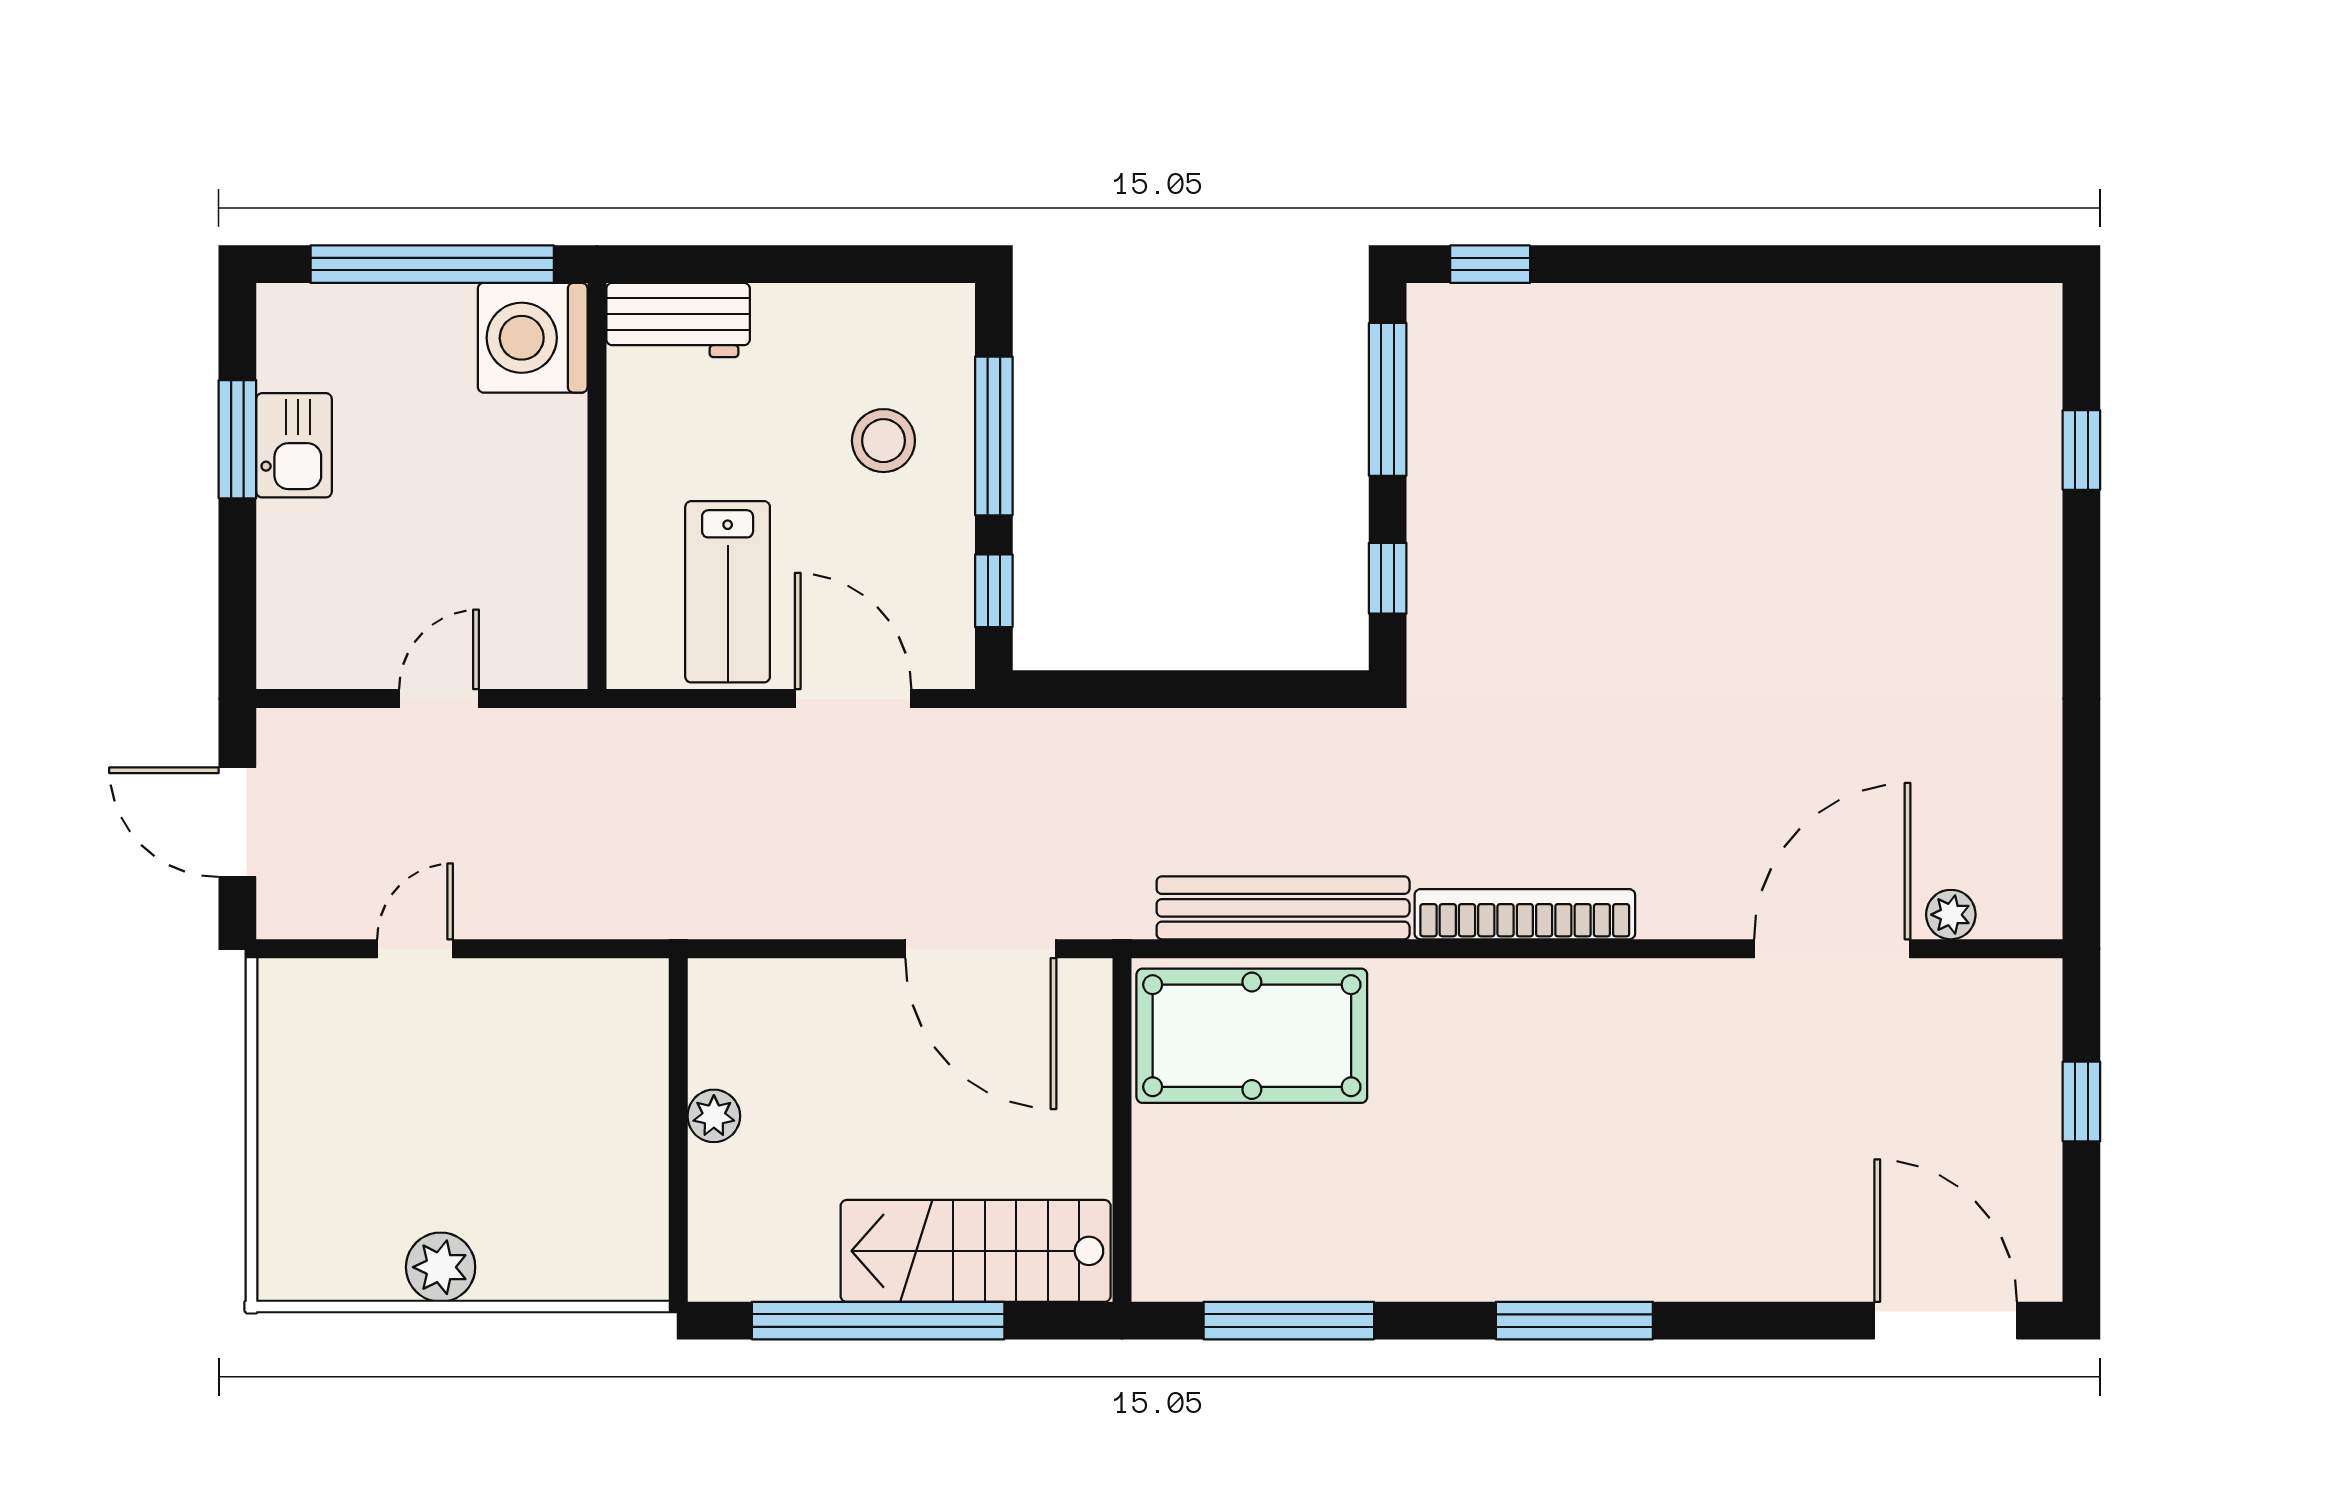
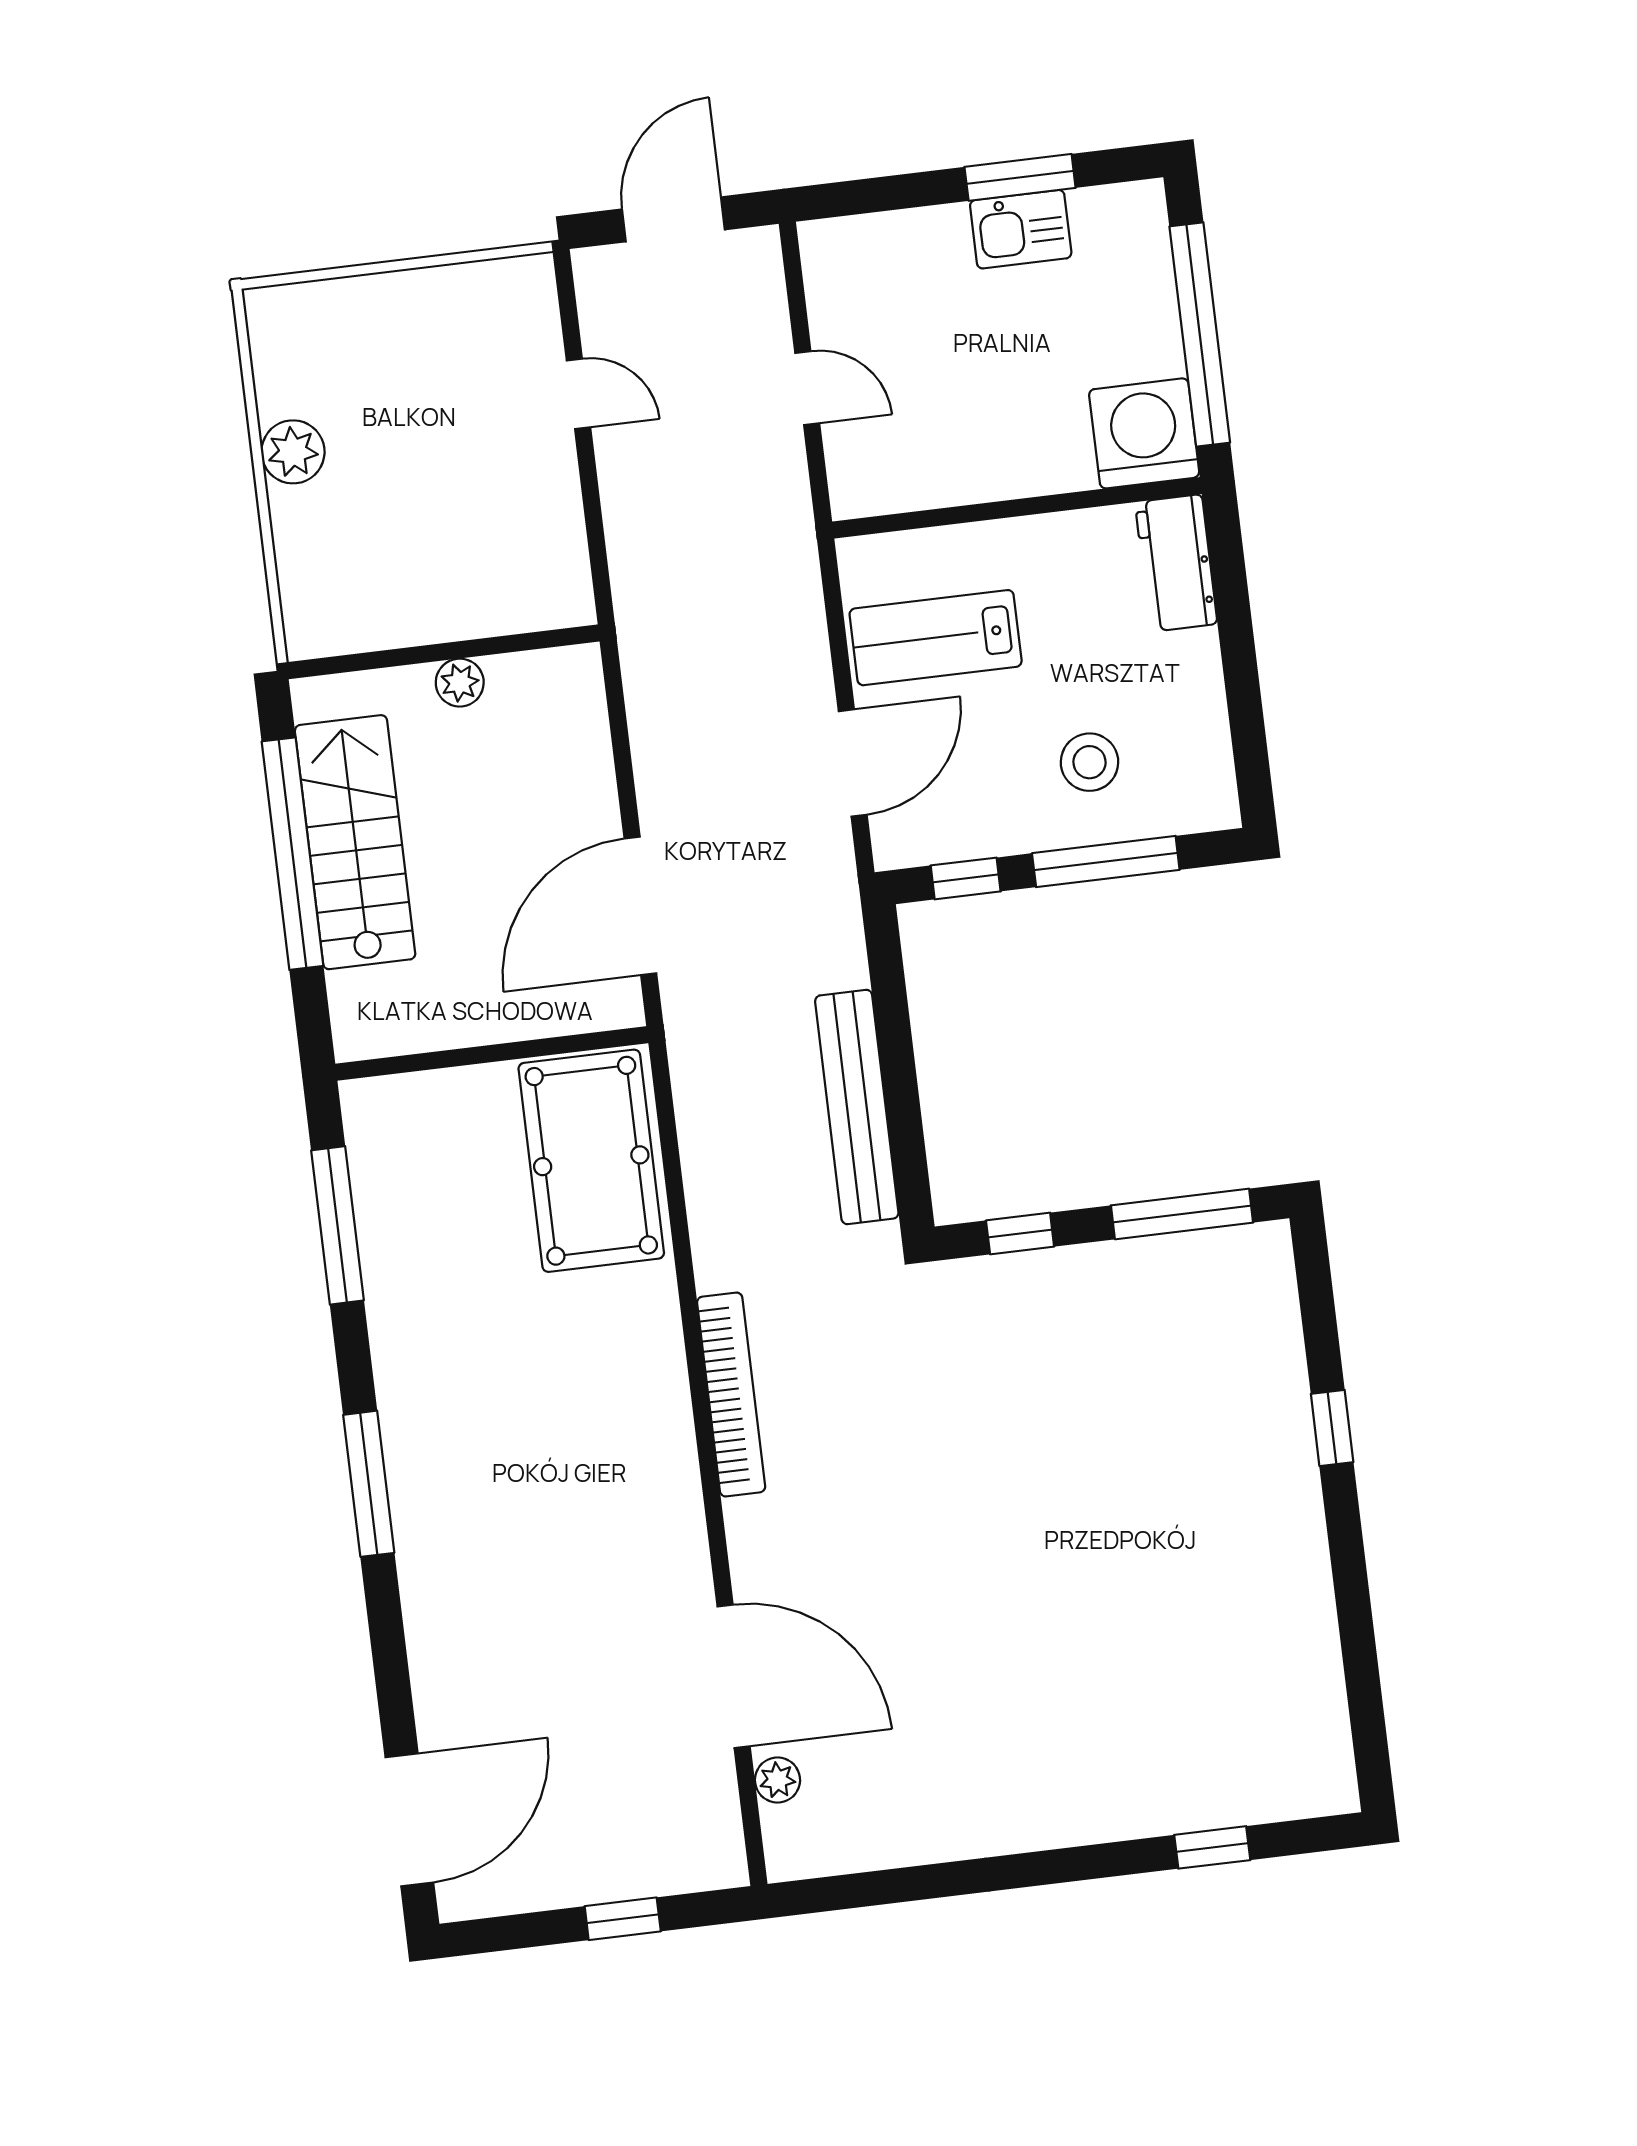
window: (1490, 264) -> (1332, 1428), moved
bench: (1283, 908) -> (857, 1107), moved
stairs: (976, 1251) -> (355, 842), moved

